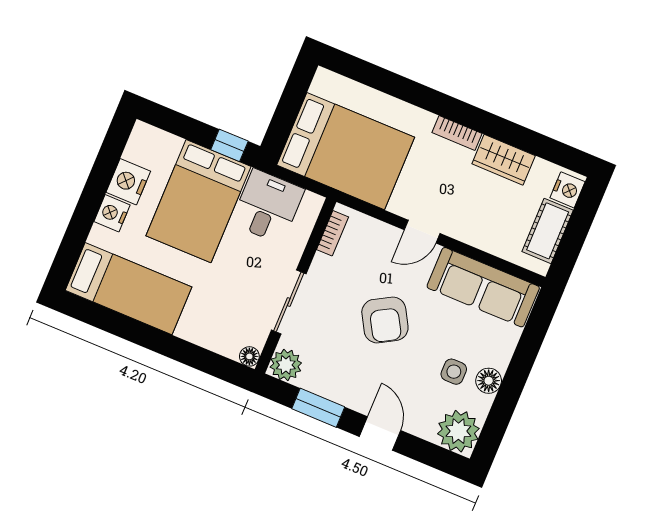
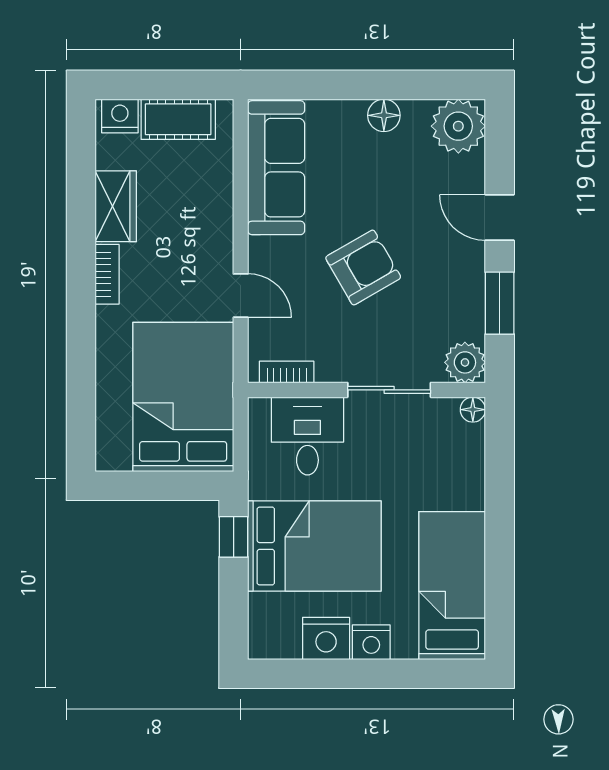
desk: (268, 206) -> (307, 436), moved, turned 90
door: (422, 232) -> (241, 296), moved
side table: (454, 372) -> (390, 161), removed
door: (380, 433) -> (500, 218), hinge flipped

